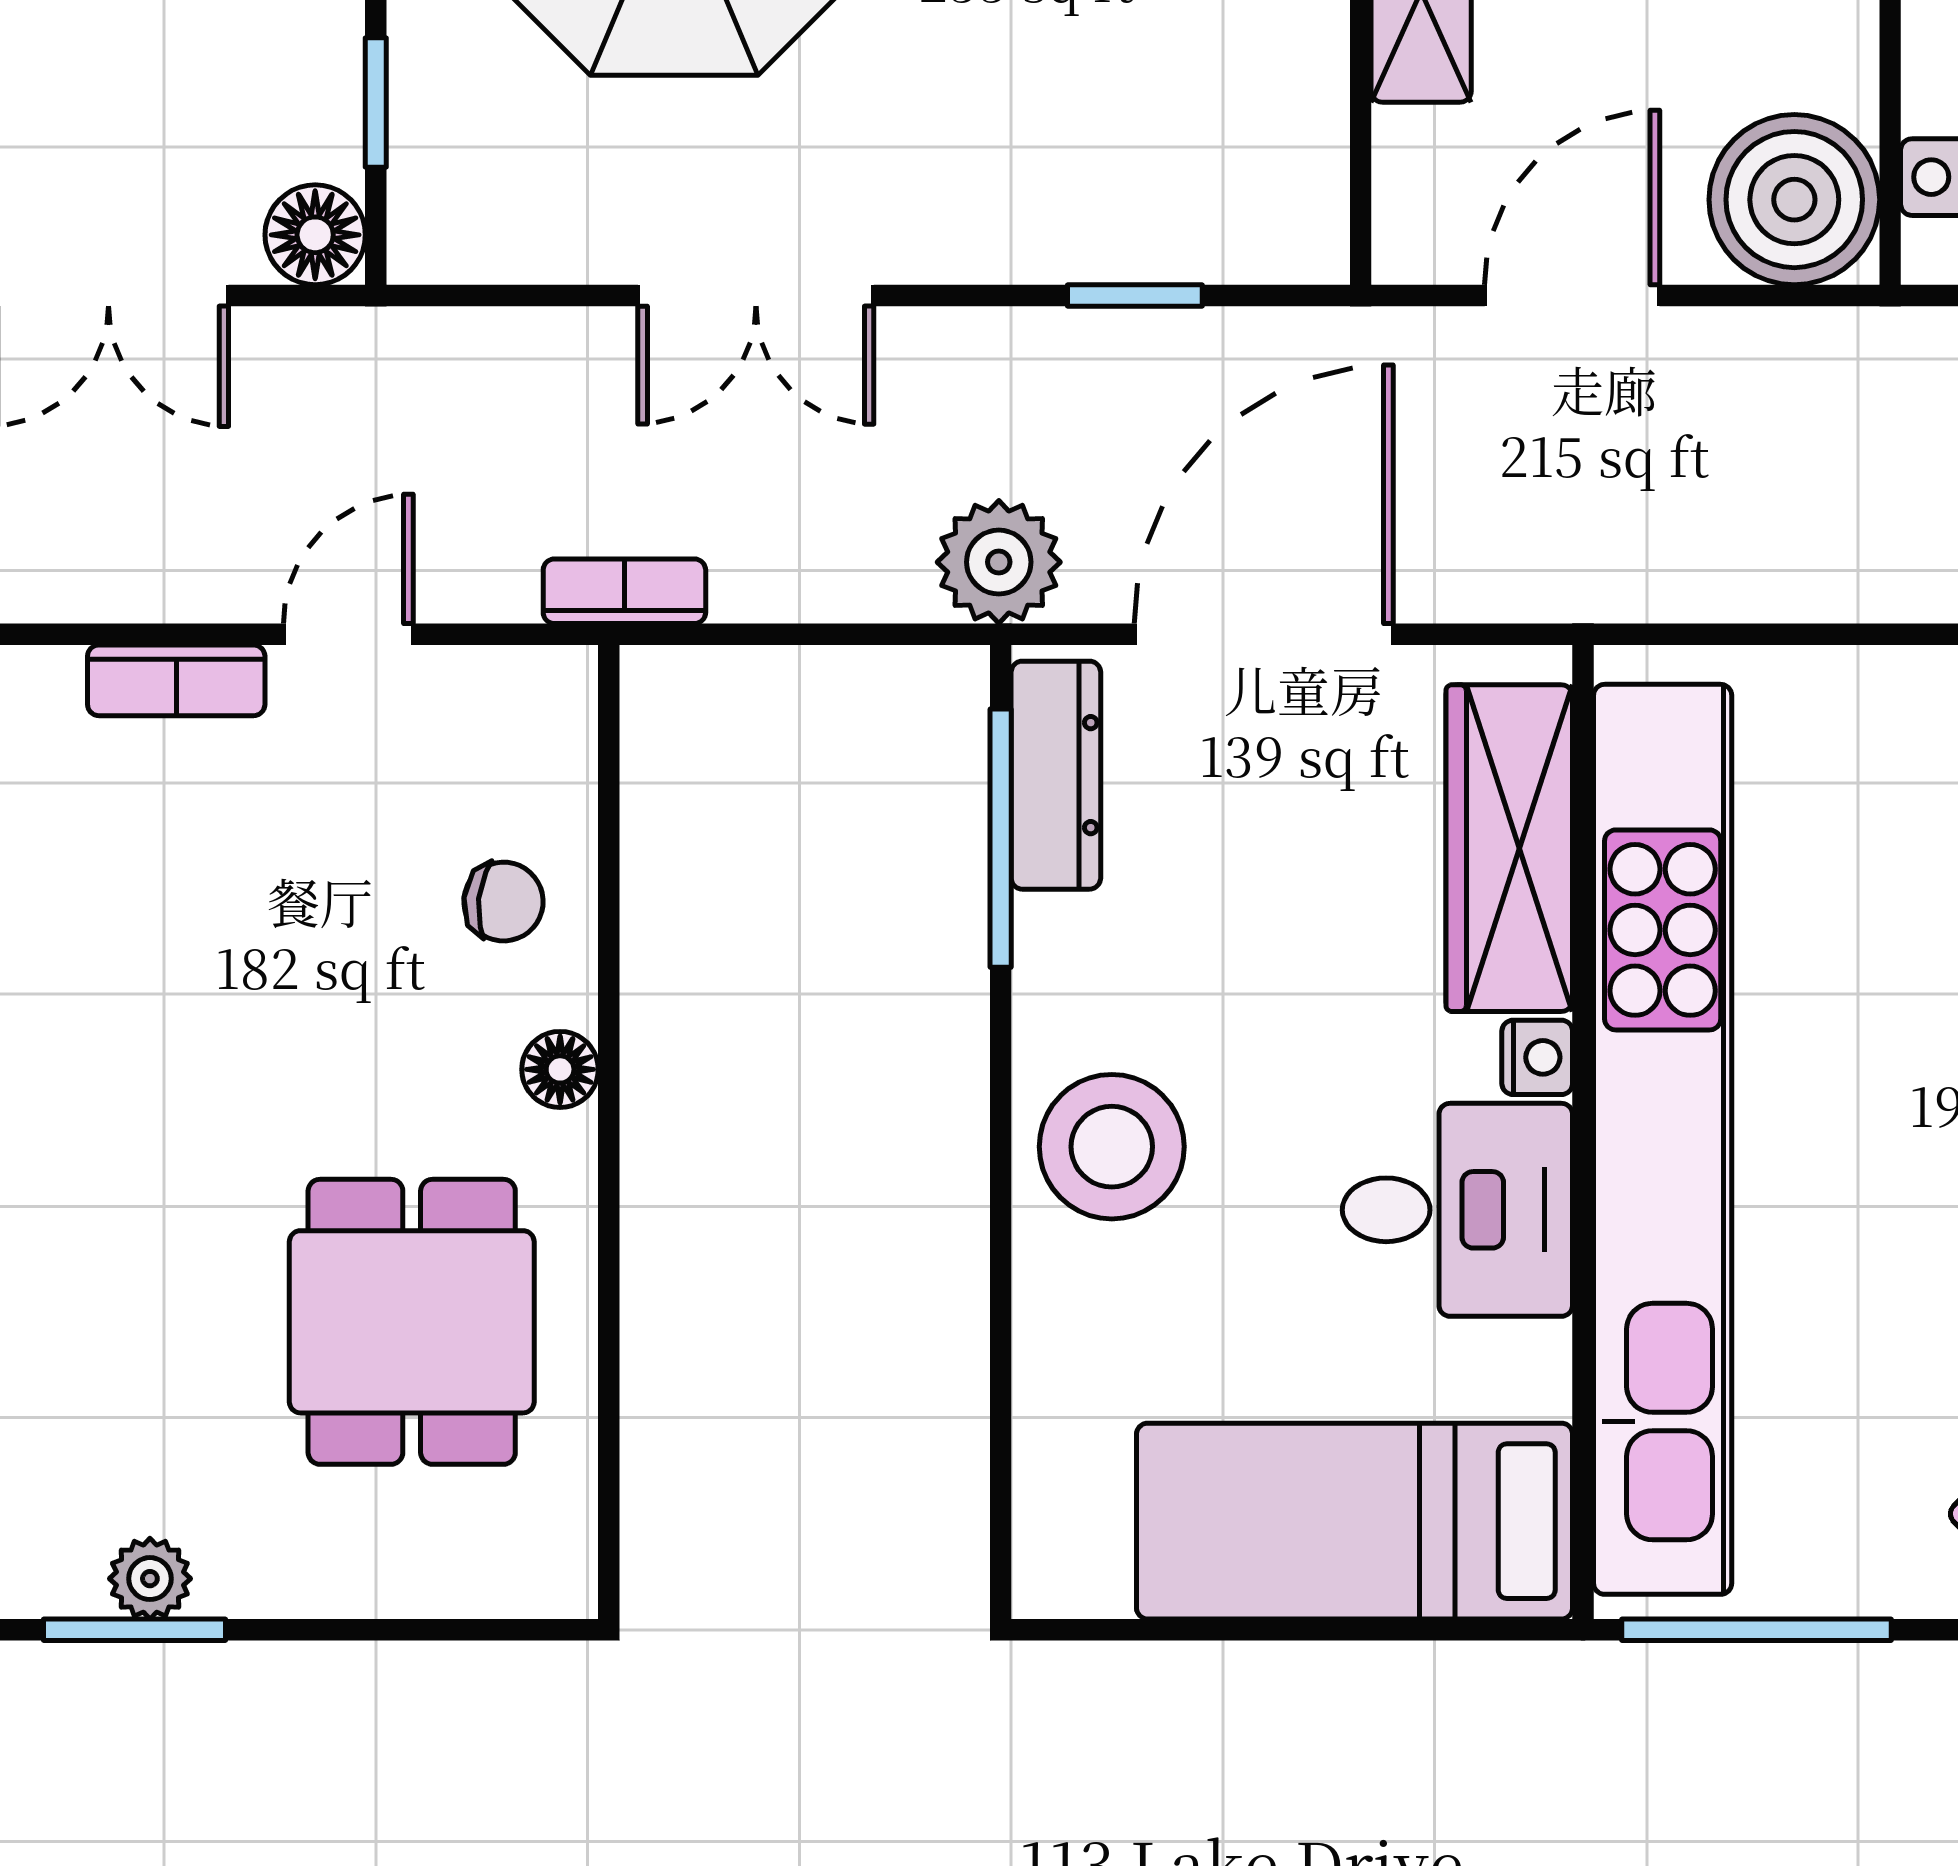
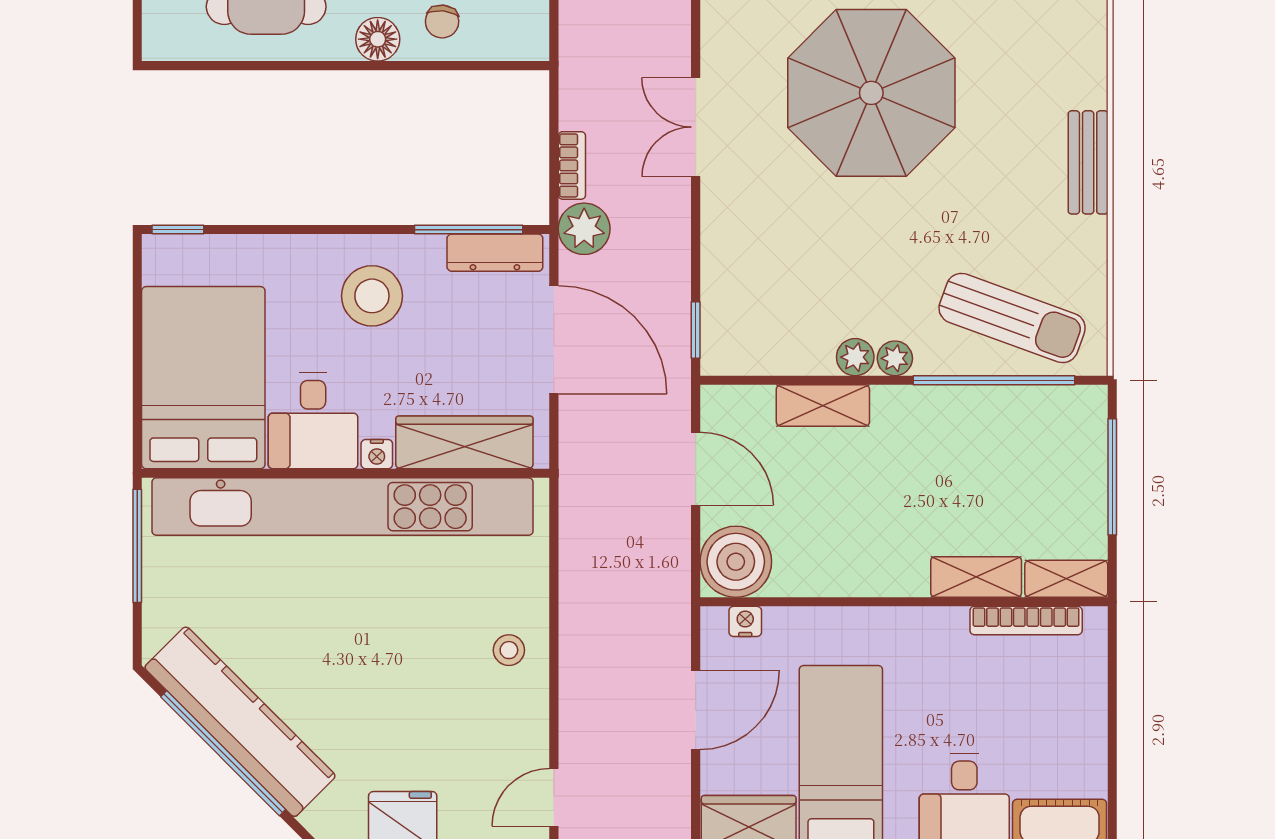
window: (1135, 295) -> (696, 330), moved
bookcase: (624, 591) -> (572, 165), moved
floor lamp: (560, 1069) -> (378, 39), width x1.37, depth x1.37
stool: (1112, 1147) -> (372, 296), moved
bed: (1355, 1521) -> (203, 378), width x1.50
window: (1001, 1533) -> (178, 230), added

